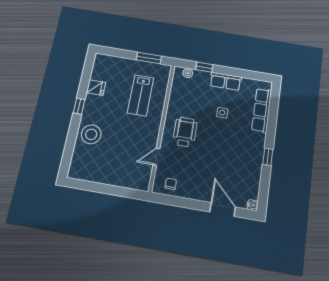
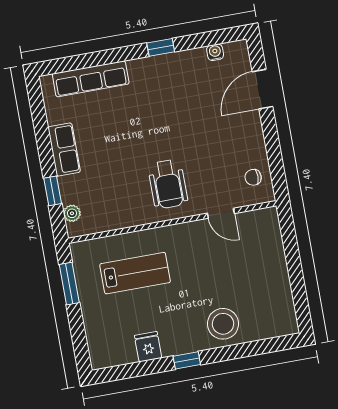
side table: (222, 113) -> (117, 138), removed
wheelchair: (185, 132) -> (168, 184), turned -90
water cooler: (253, 205) -> (215, 52), moved

